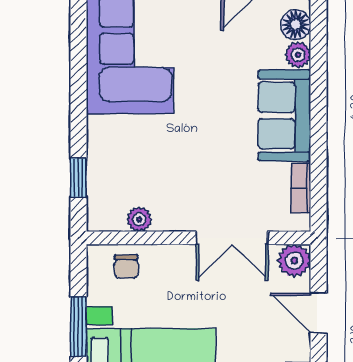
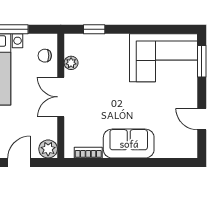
floor lamp: (296, 25) -> (179, 150), removed
plant: (298, 55) -> (162, 151), removed
double door: (232, 238) -> (61, 97), moved

